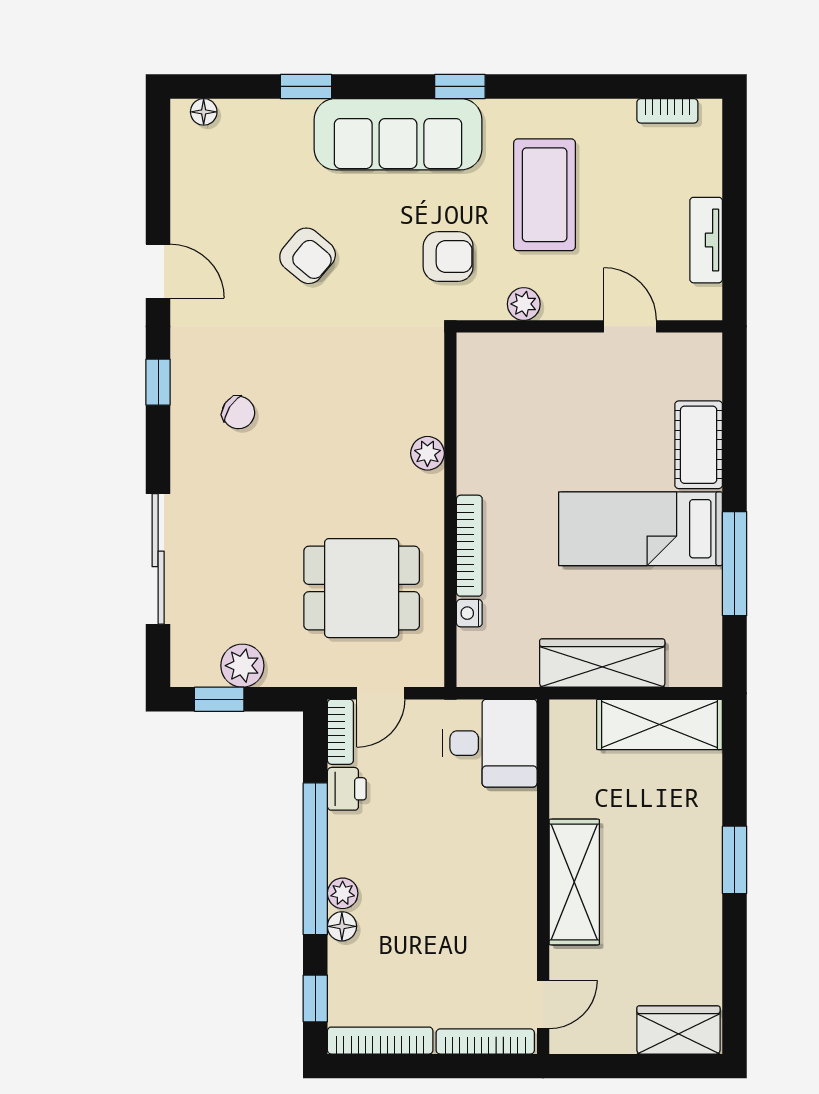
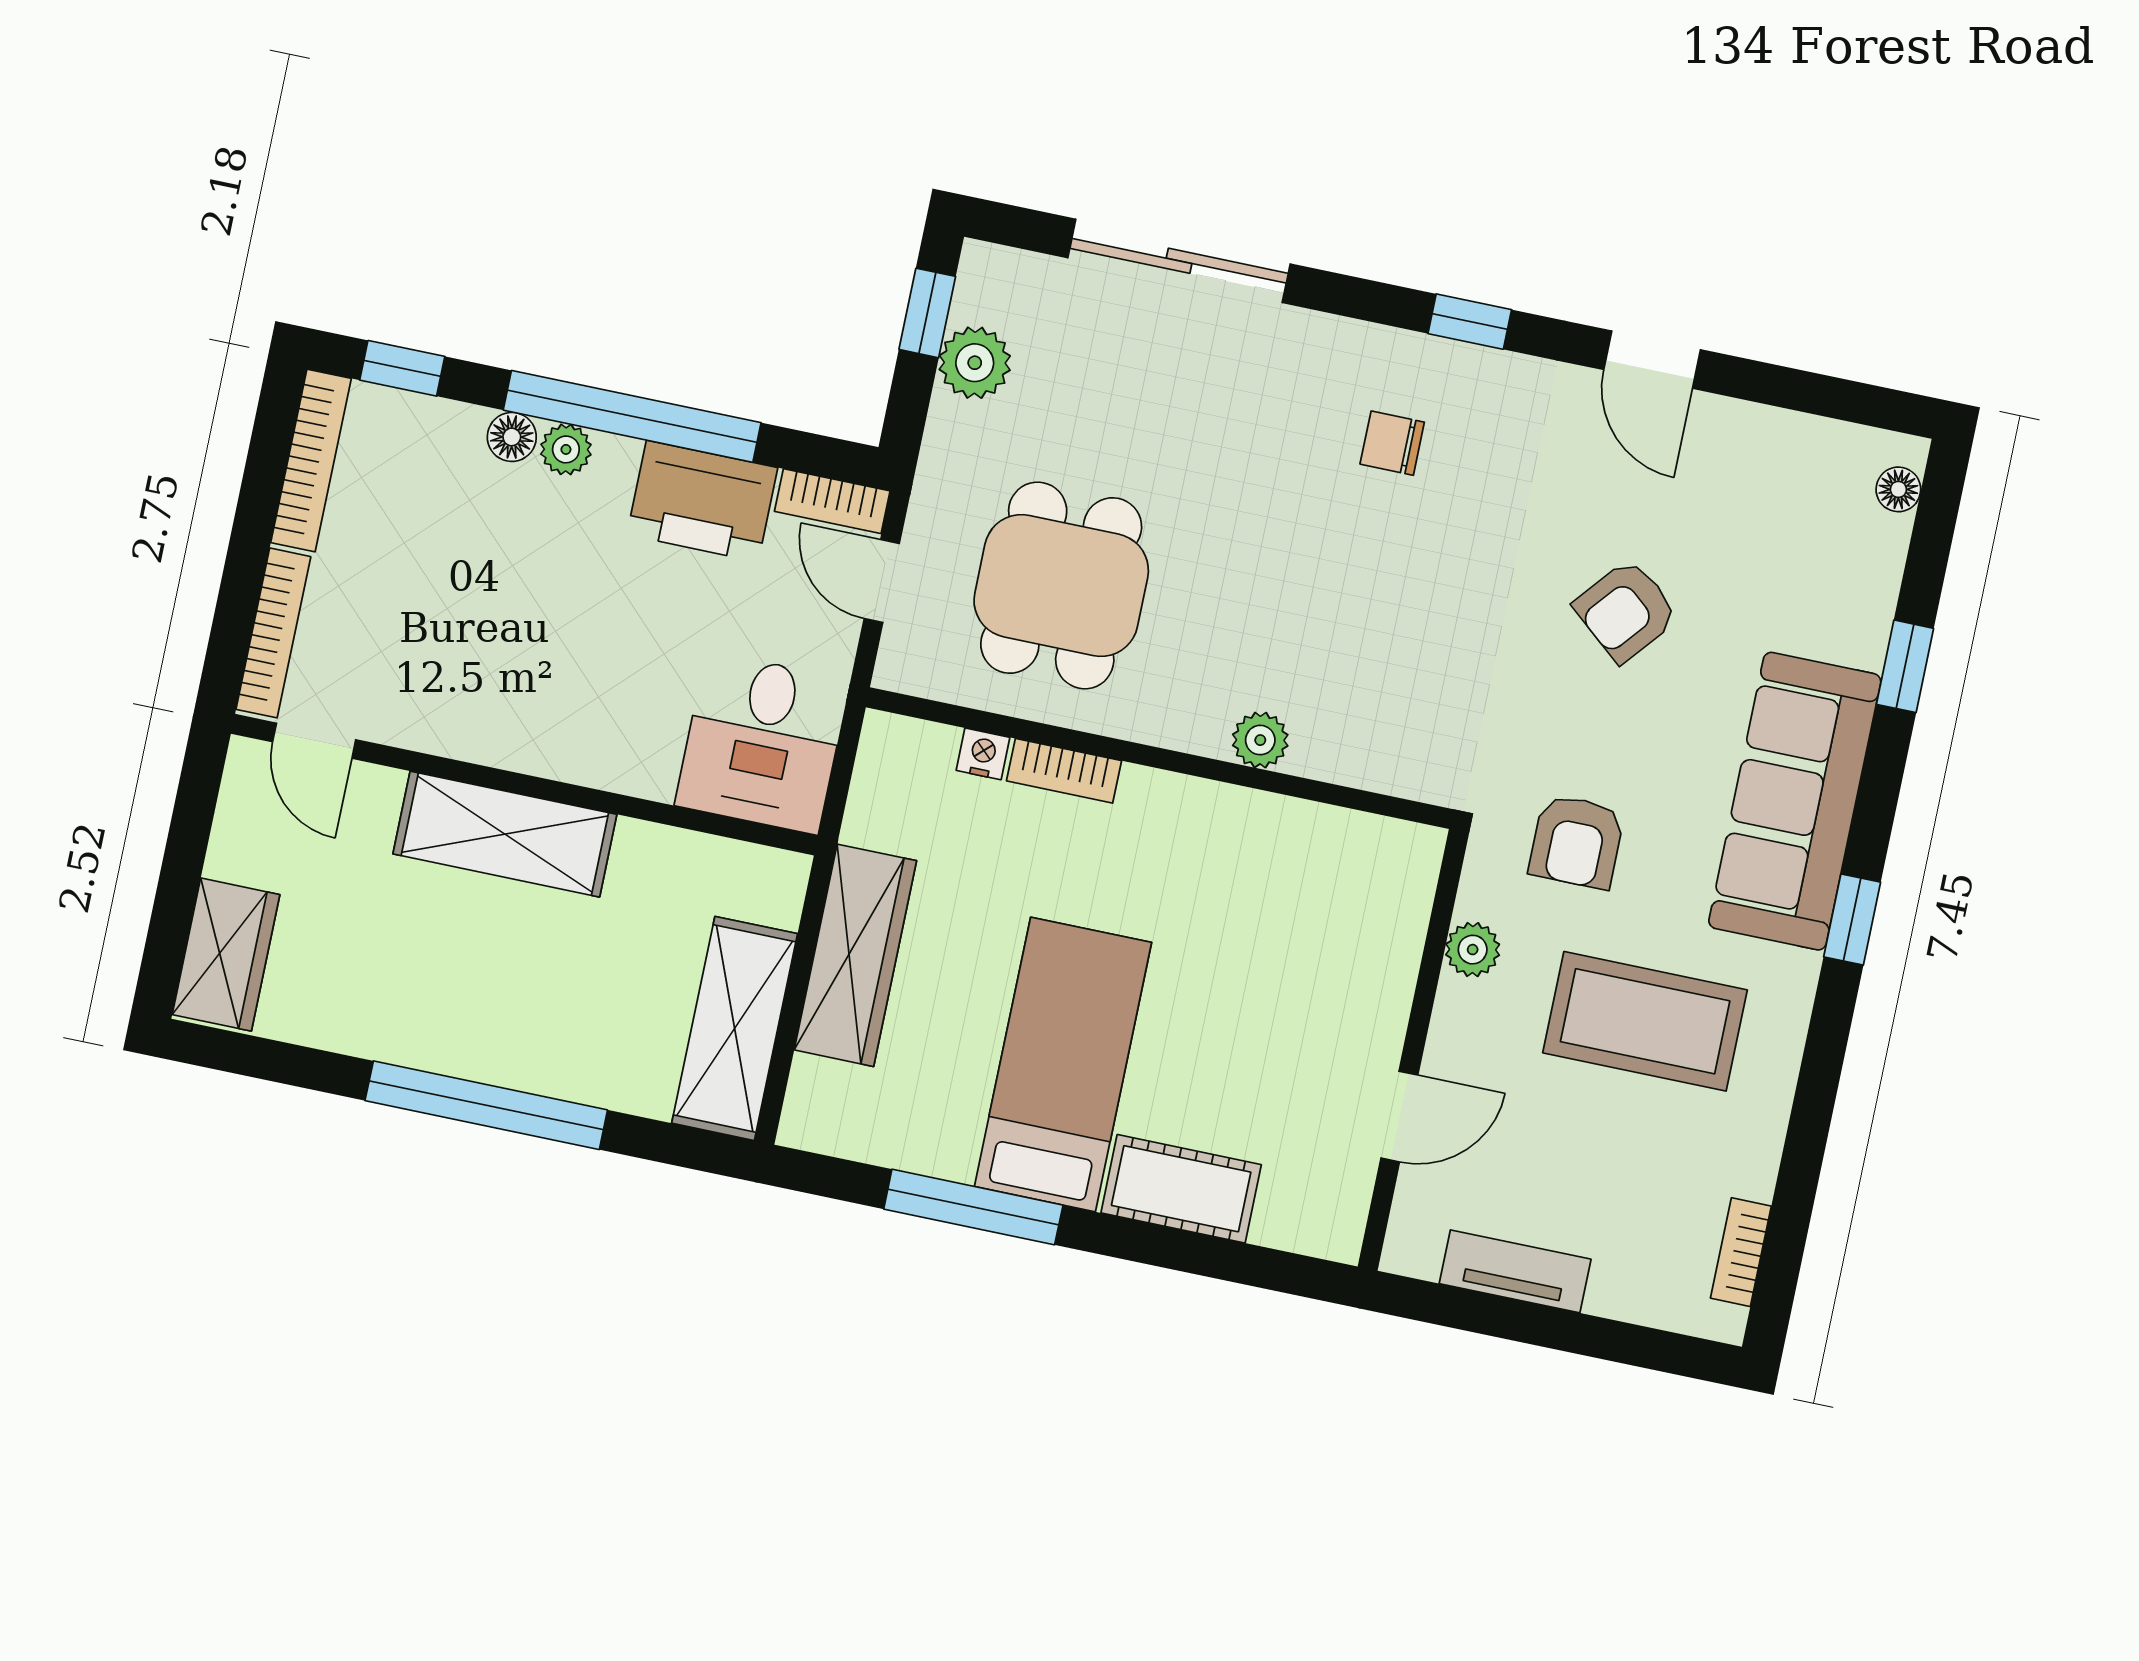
door: (158, 271) -> (1652, 360), hinge flipped
chair: (238, 413) -> (1392, 443), turned 57
bookcase: (469, 546) -> (1064, 771), width x0.64
printer: (347, 789) -> (702, 501), width x1.87, depth x1.48
window: (735, 860) -> (486, 1105), width x2.11

